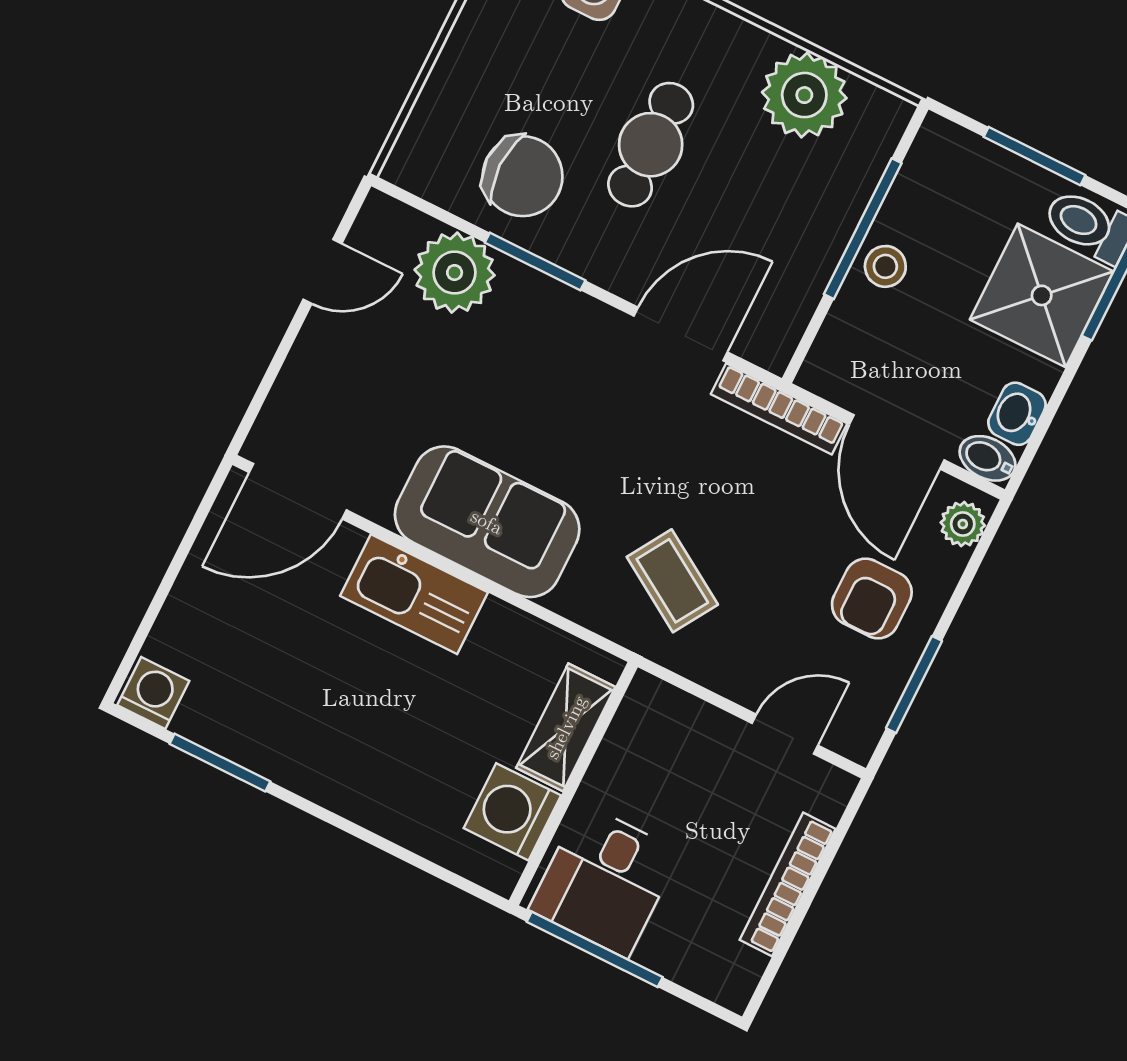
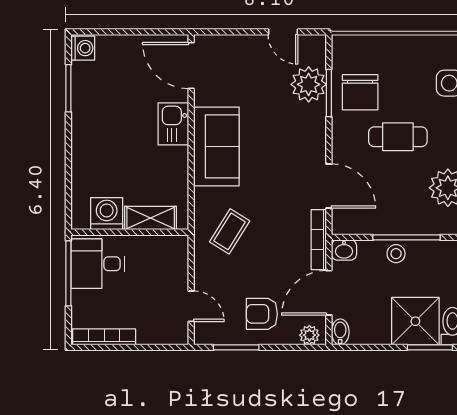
window: (535, 261) -> (329, 93), moved
washbasin: (1017, 414) -> (344, 250), moved, turned 180
kitchen sink: (414, 594) -> (173, 124), width x0.73
bookcase: (788, 884) -> (104, 337), moved

